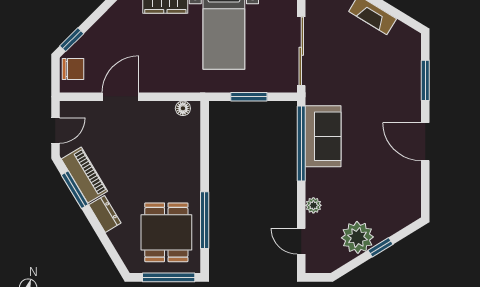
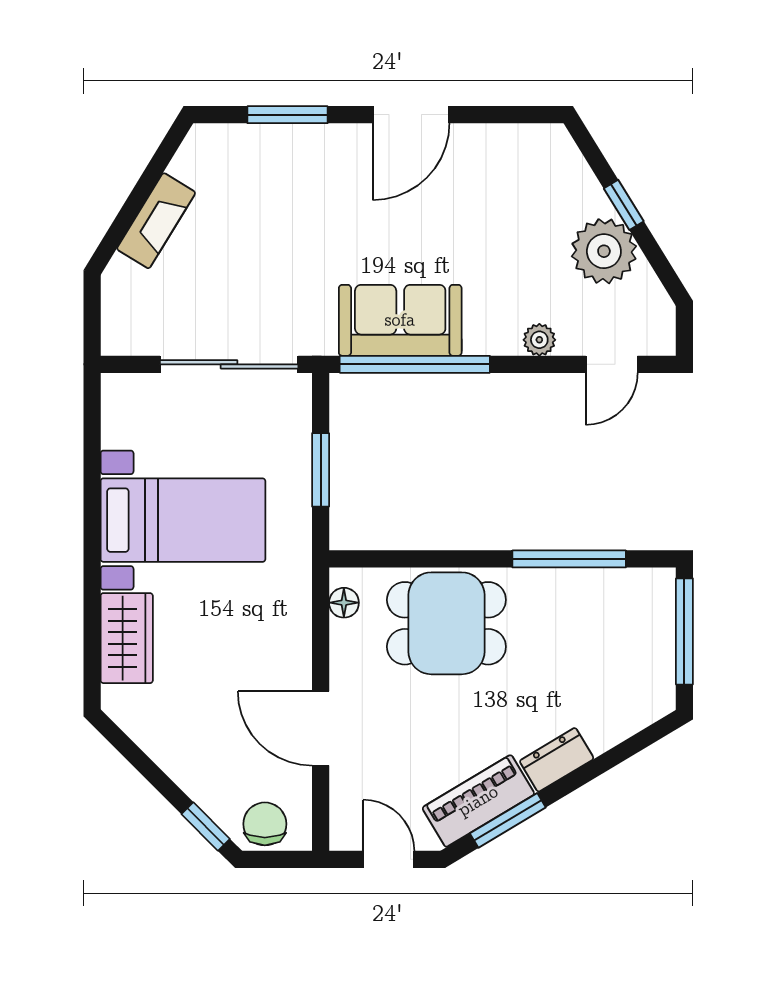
dining table: (166, 232) -> (446, 623), moved

